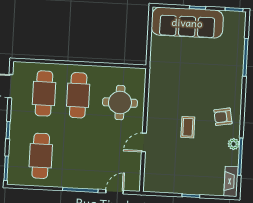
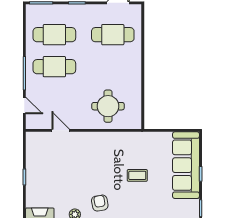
cafe table: (78, 95) -> (54, 67), moved
coffee table: (188, 127) -> (137, 175), moved
door: (144, 142) -> (61, 130), moved

